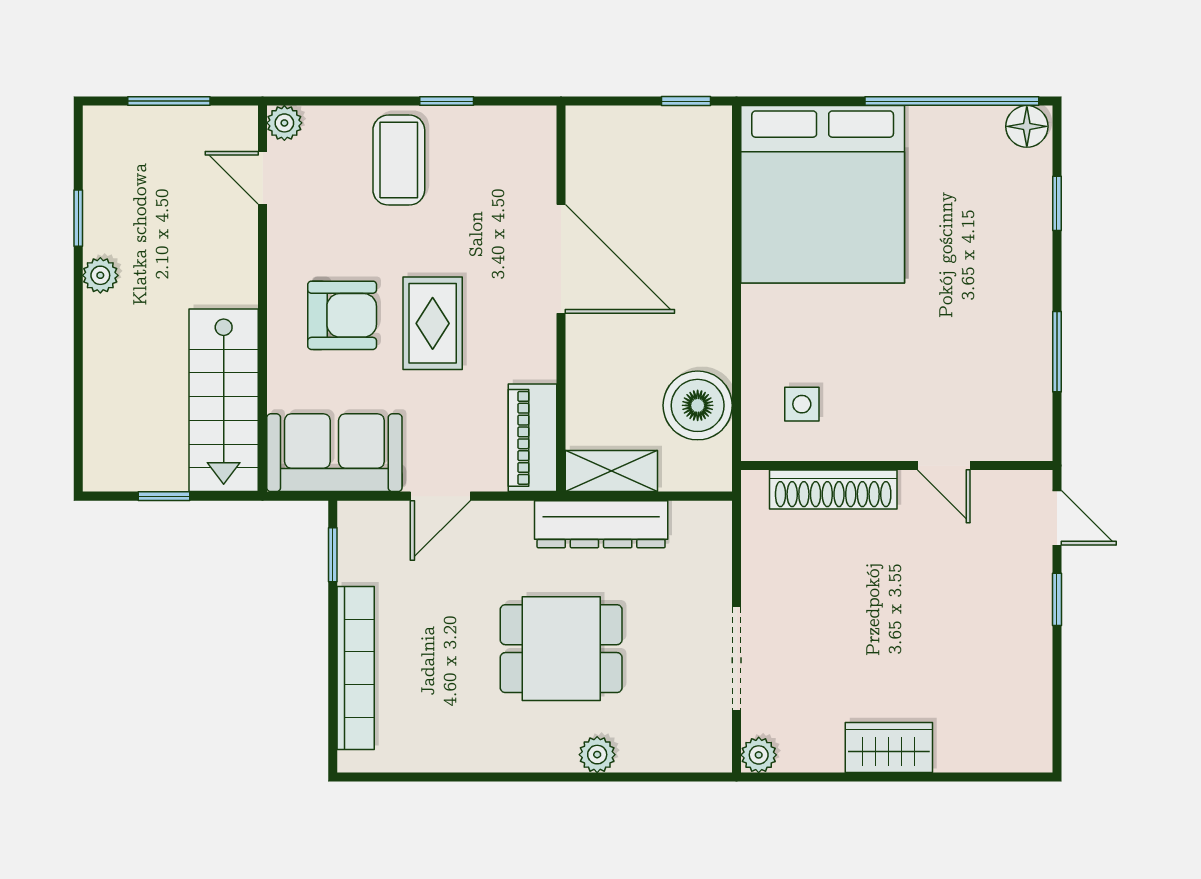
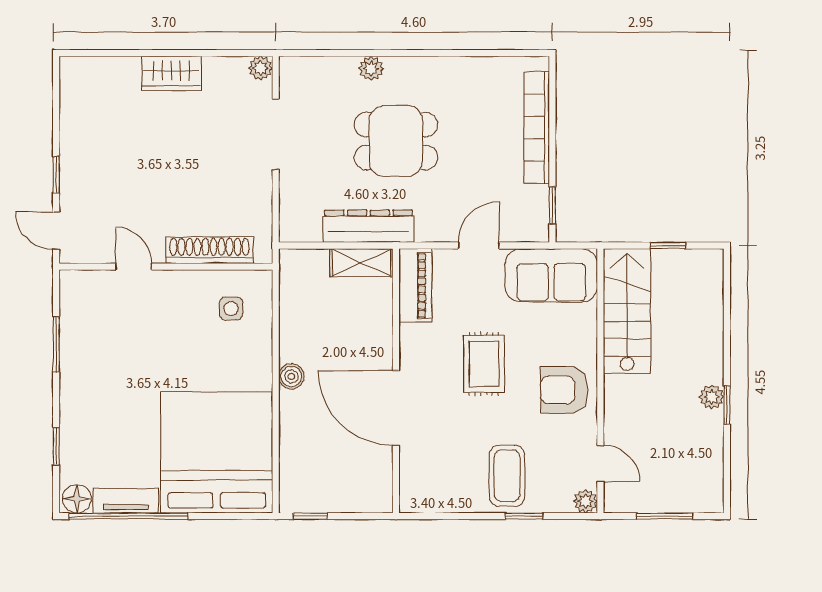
window: (447, 101) -> (524, 516), moved
tv unit: (955, 124) -> (126, 501), added
window: (78, 218) -> (727, 405), moved
armchair: (342, 315) -> (564, 390), moved
boiler: (698, 405) -> (291, 376), moved, width x0.54, depth x0.54

